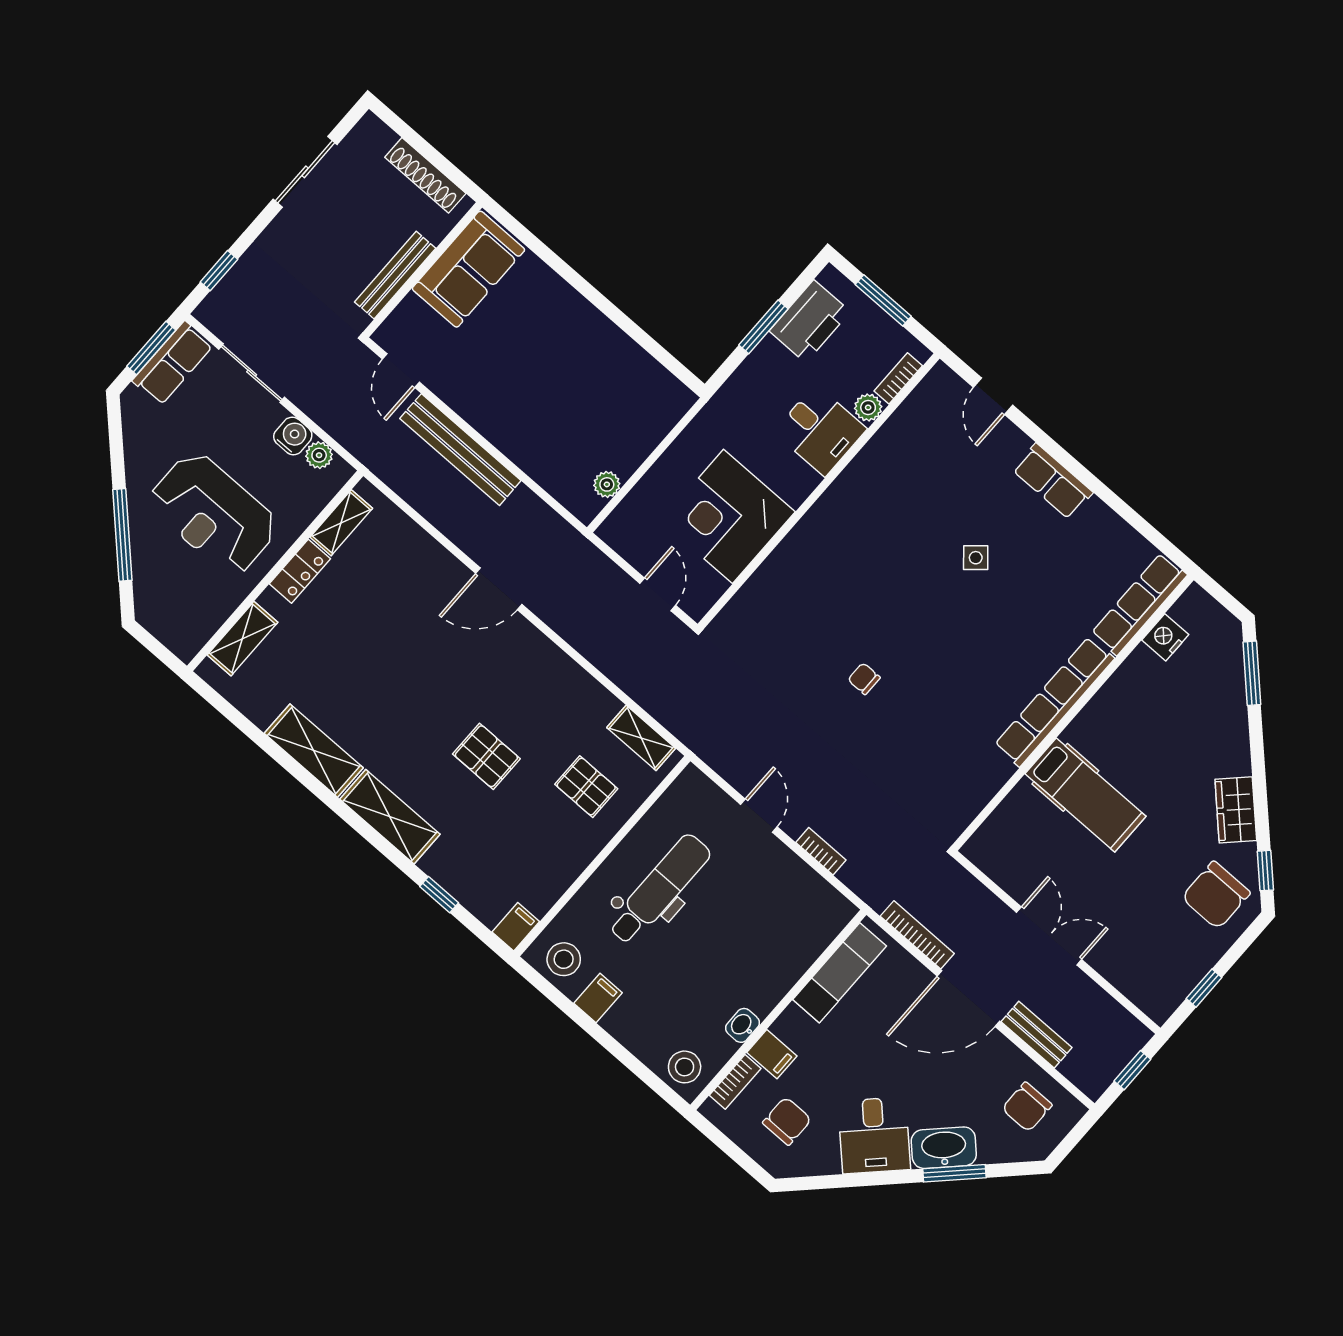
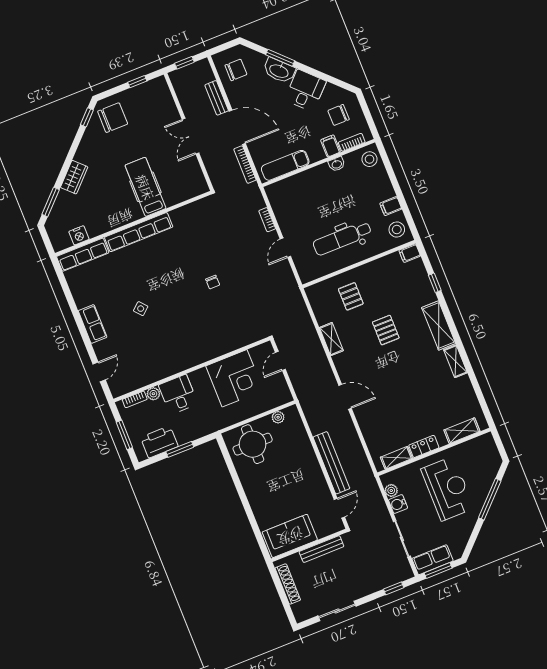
round table: (629, 408) -> (253, 444), added
shelving: (641, 738) -> (331, 339), moved
shelving: (314, 751) -> (455, 361), width x0.67, depth x0.75
wardrobe: (1236, 810) -> (74, 177), moved

